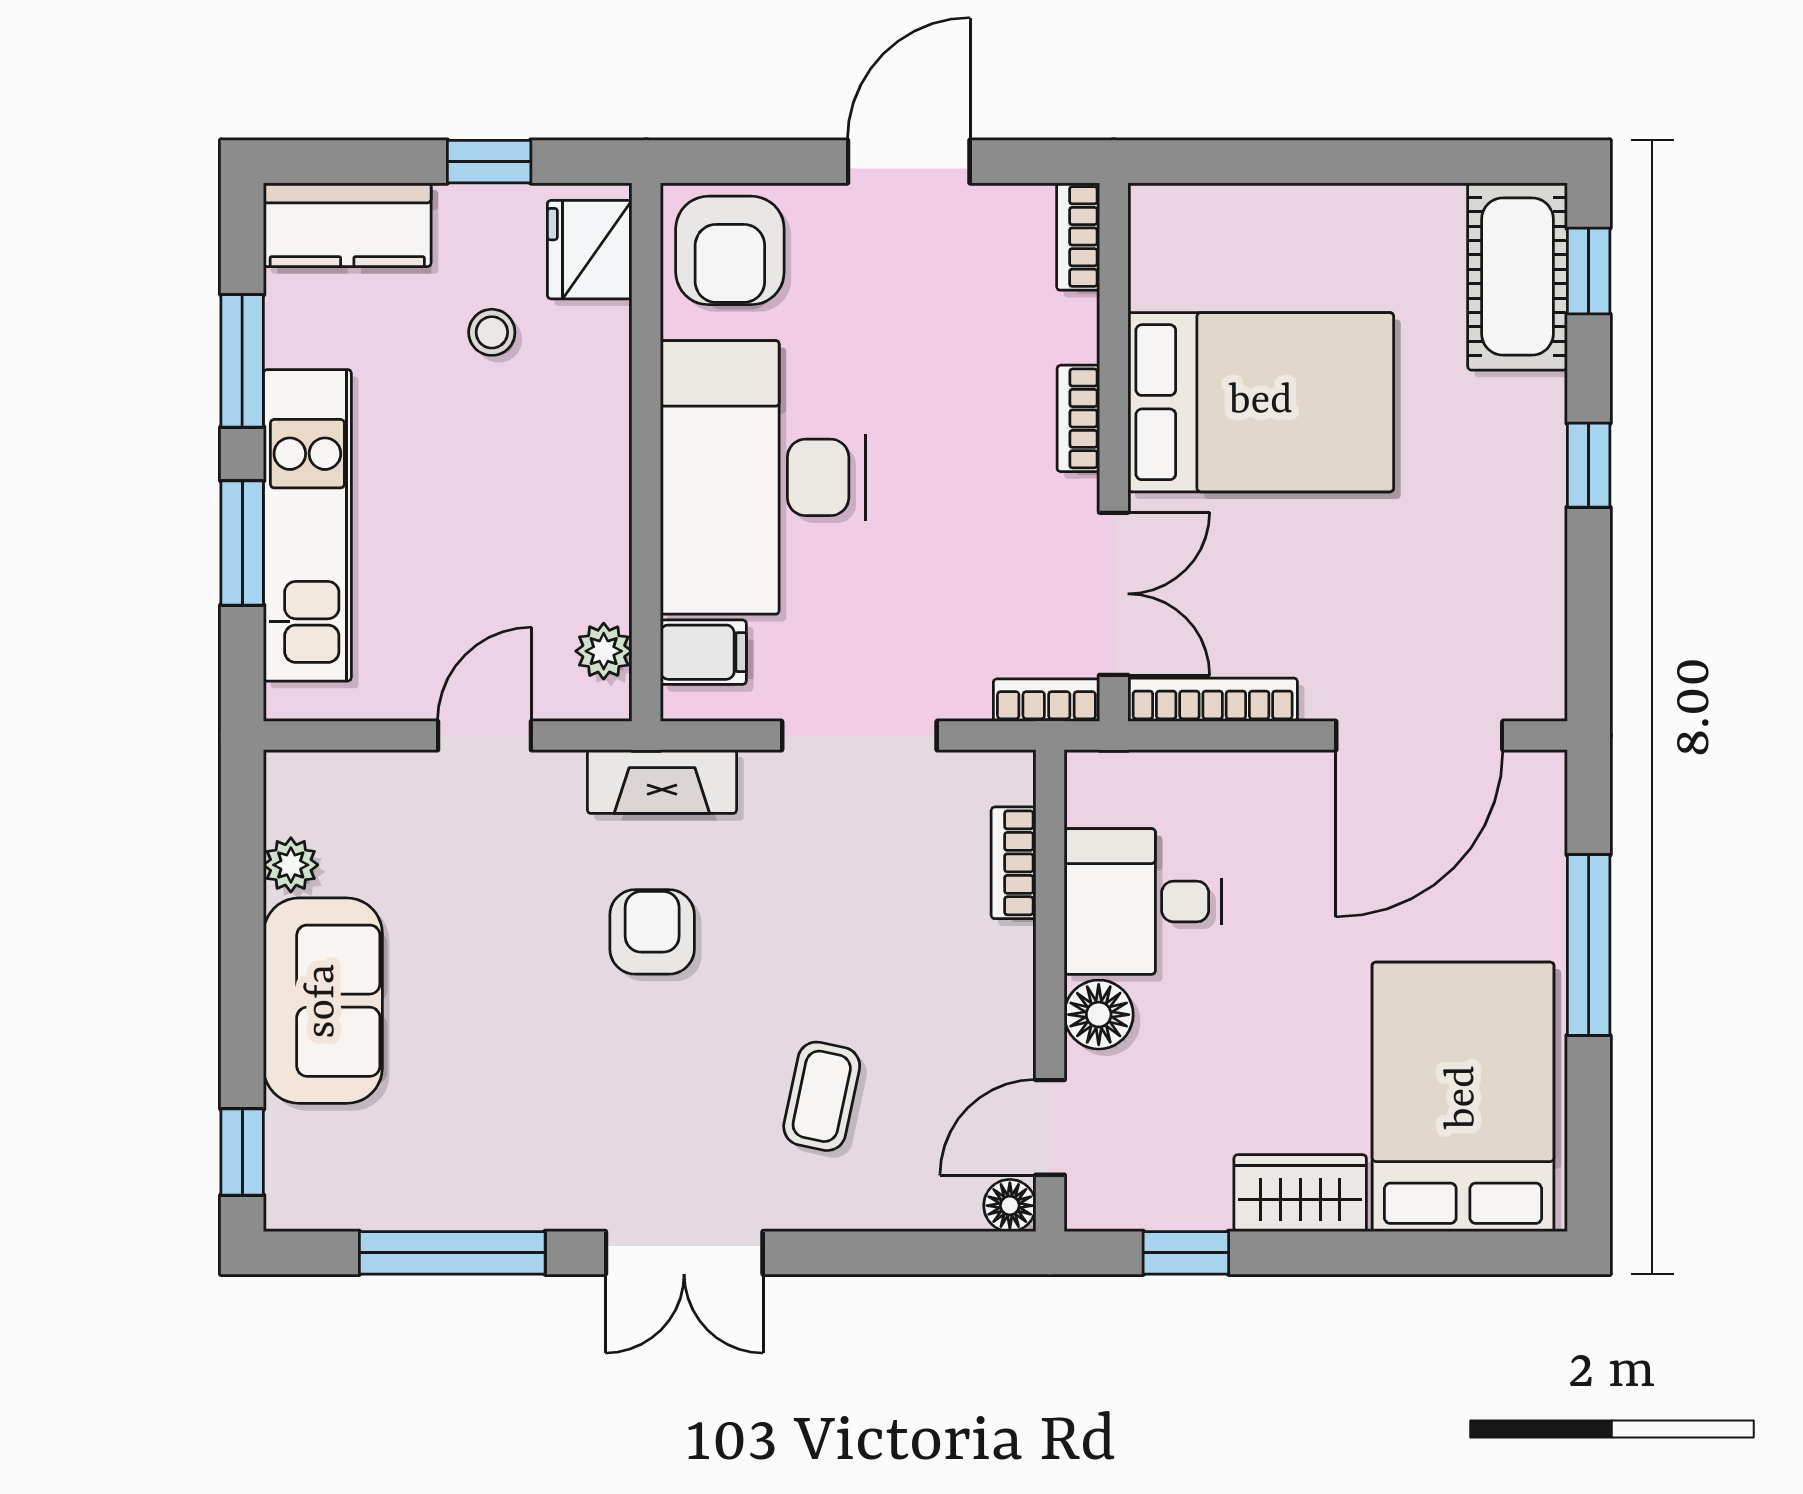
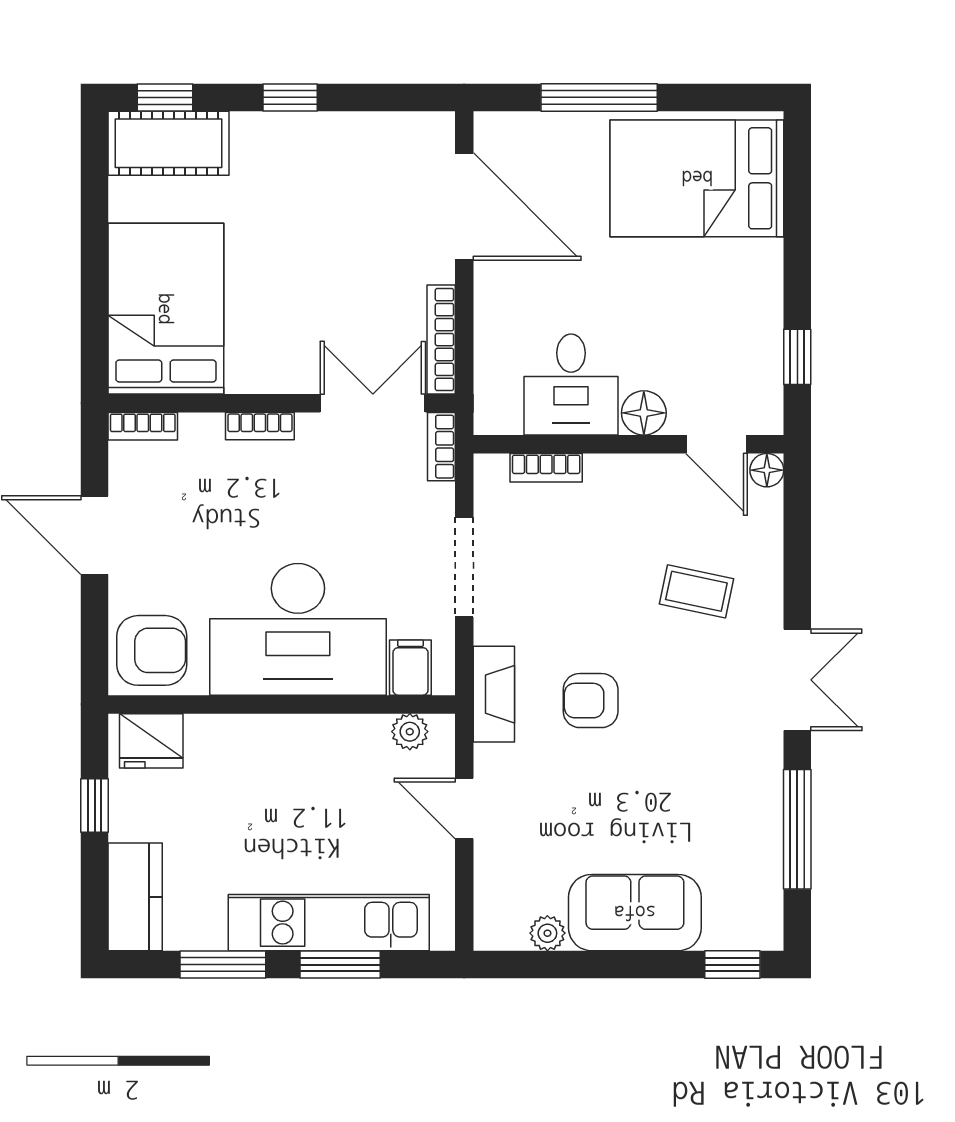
stool: (492, 332) -> (204, 804), removed
bed: (1261, 402) -> (166, 309), moved
wardrobe: (1300, 1193) -> (759, 283), removed

